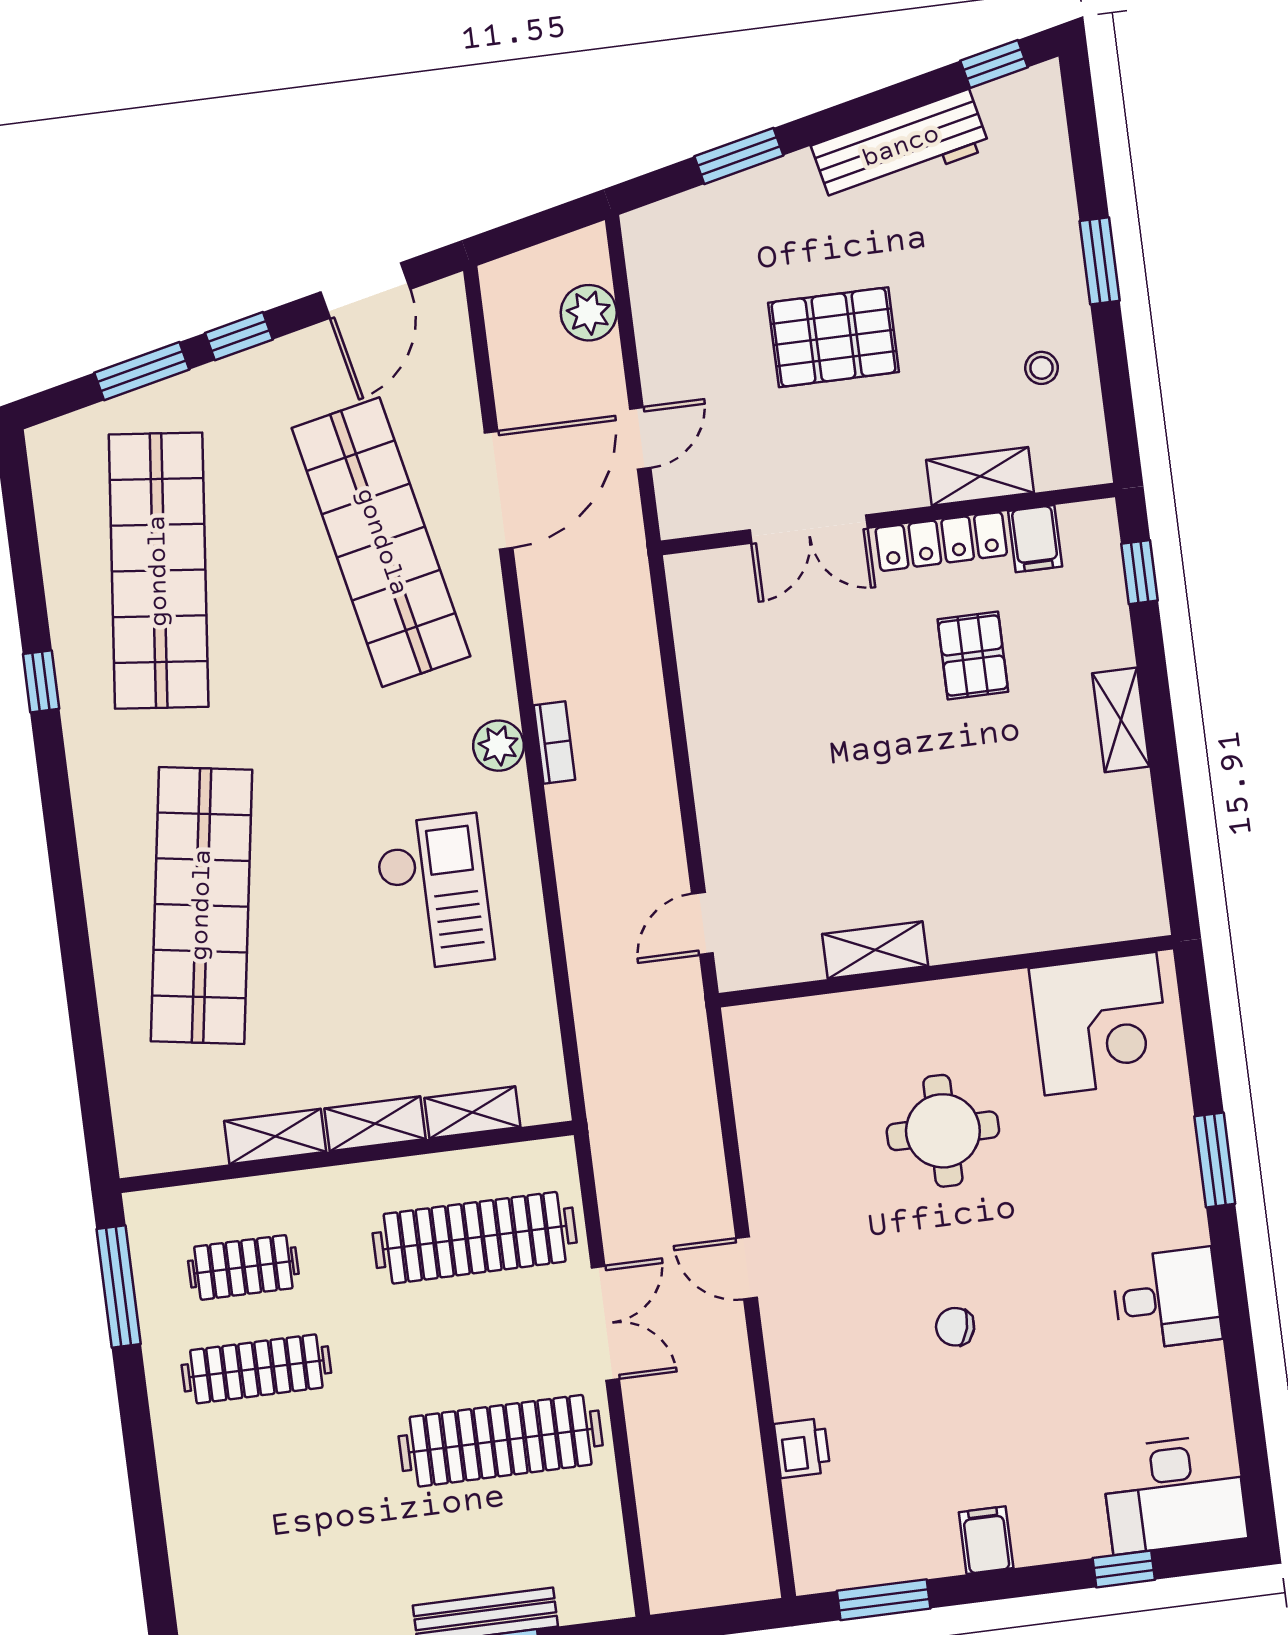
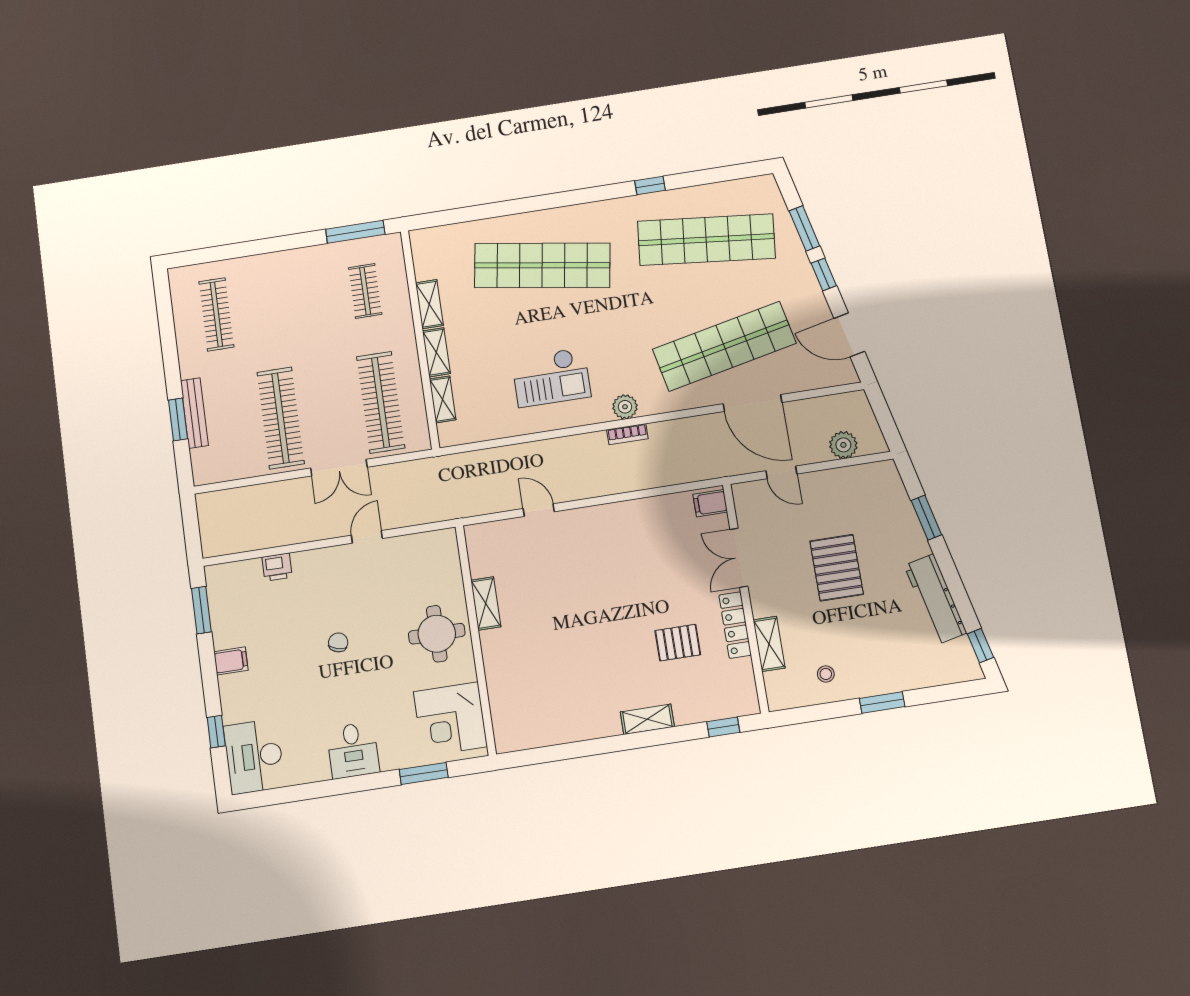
filing cabinet: (1035, 539) -> (710, 503), moved
shelving: (875, 950) -> (486, 603), moved
wall: (946, 971) -> (476, 640), moved
corner desk: (1101, 1024) -> (450, 719), moved
clothes rail: (256, 1369) -> (216, 314), moved

